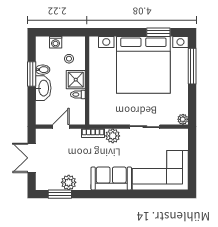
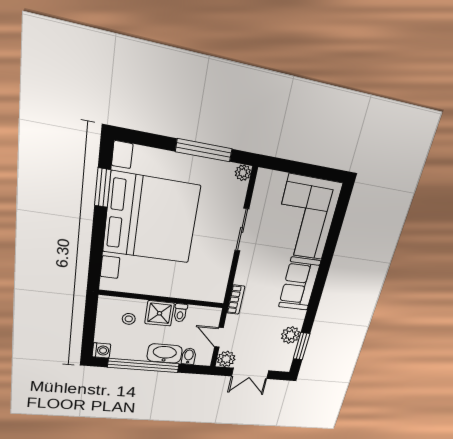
washing machine: (56, 42) -> (101, 350), moved
window: (192, 66) -> (204, 150), moved
bidet: (43, 70) -> (189, 356), moved
window: (32, 74) -> (144, 365), width x2.11
plant: (113, 136) -> (226, 359), moved

